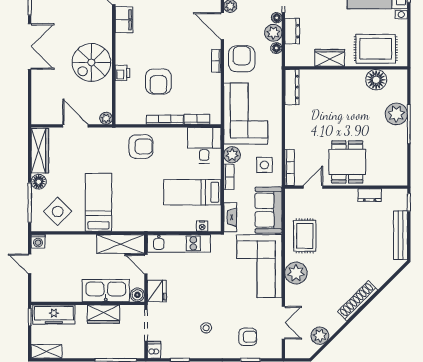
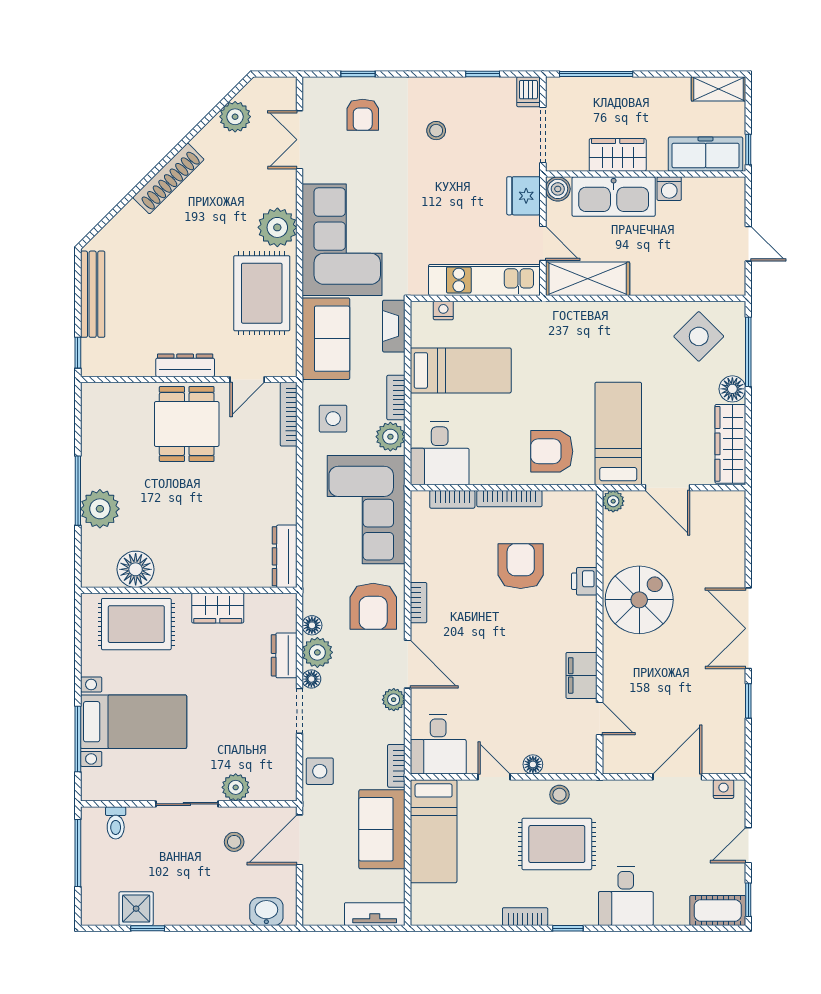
dresser: (370, 195) -> (185, 365), moved, width x1.44
bed: (98, 202) -> (618, 433), moved, turned 180
rug: (305, 236) -> (262, 293), width x1.36, depth x1.43
washing machine: (38, 241) -> (669, 189), moved, turned 180
armchair: (248, 337) -> (363, 115), turned -90

